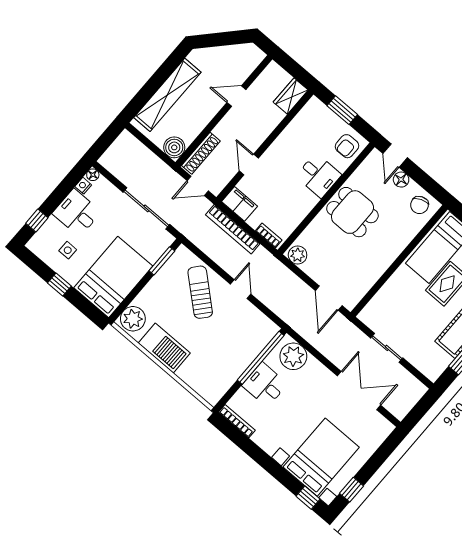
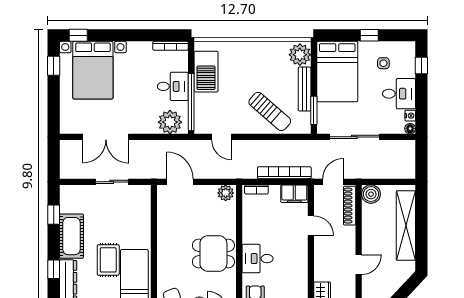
bench: (154, 286) -> (305, 89), added
door: (241, 289) -> (221, 137), moved
barbecue: (164, 348) -> (206, 72), moved, turned -90

